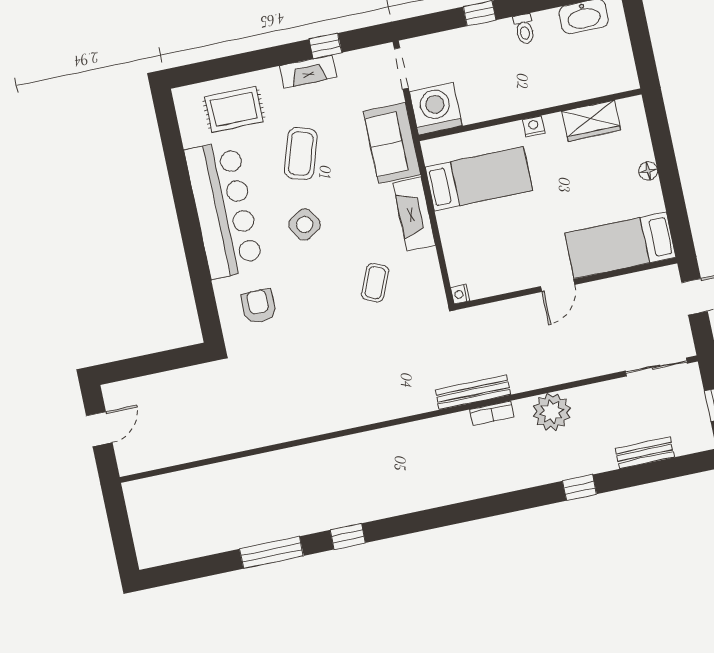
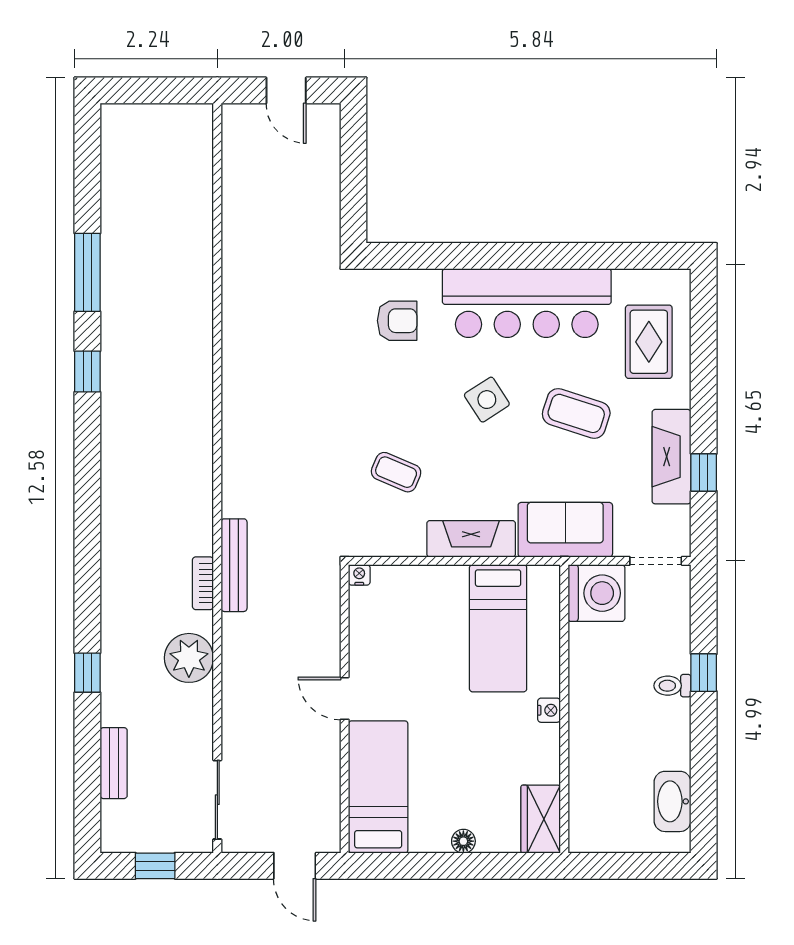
toilet: (524, 29) -> (672, 686), moved
fireplace: (308, 72) -> (671, 457), width x1.37, depth x1.32
wardrobe: (591, 121) -> (541, 819), moved

